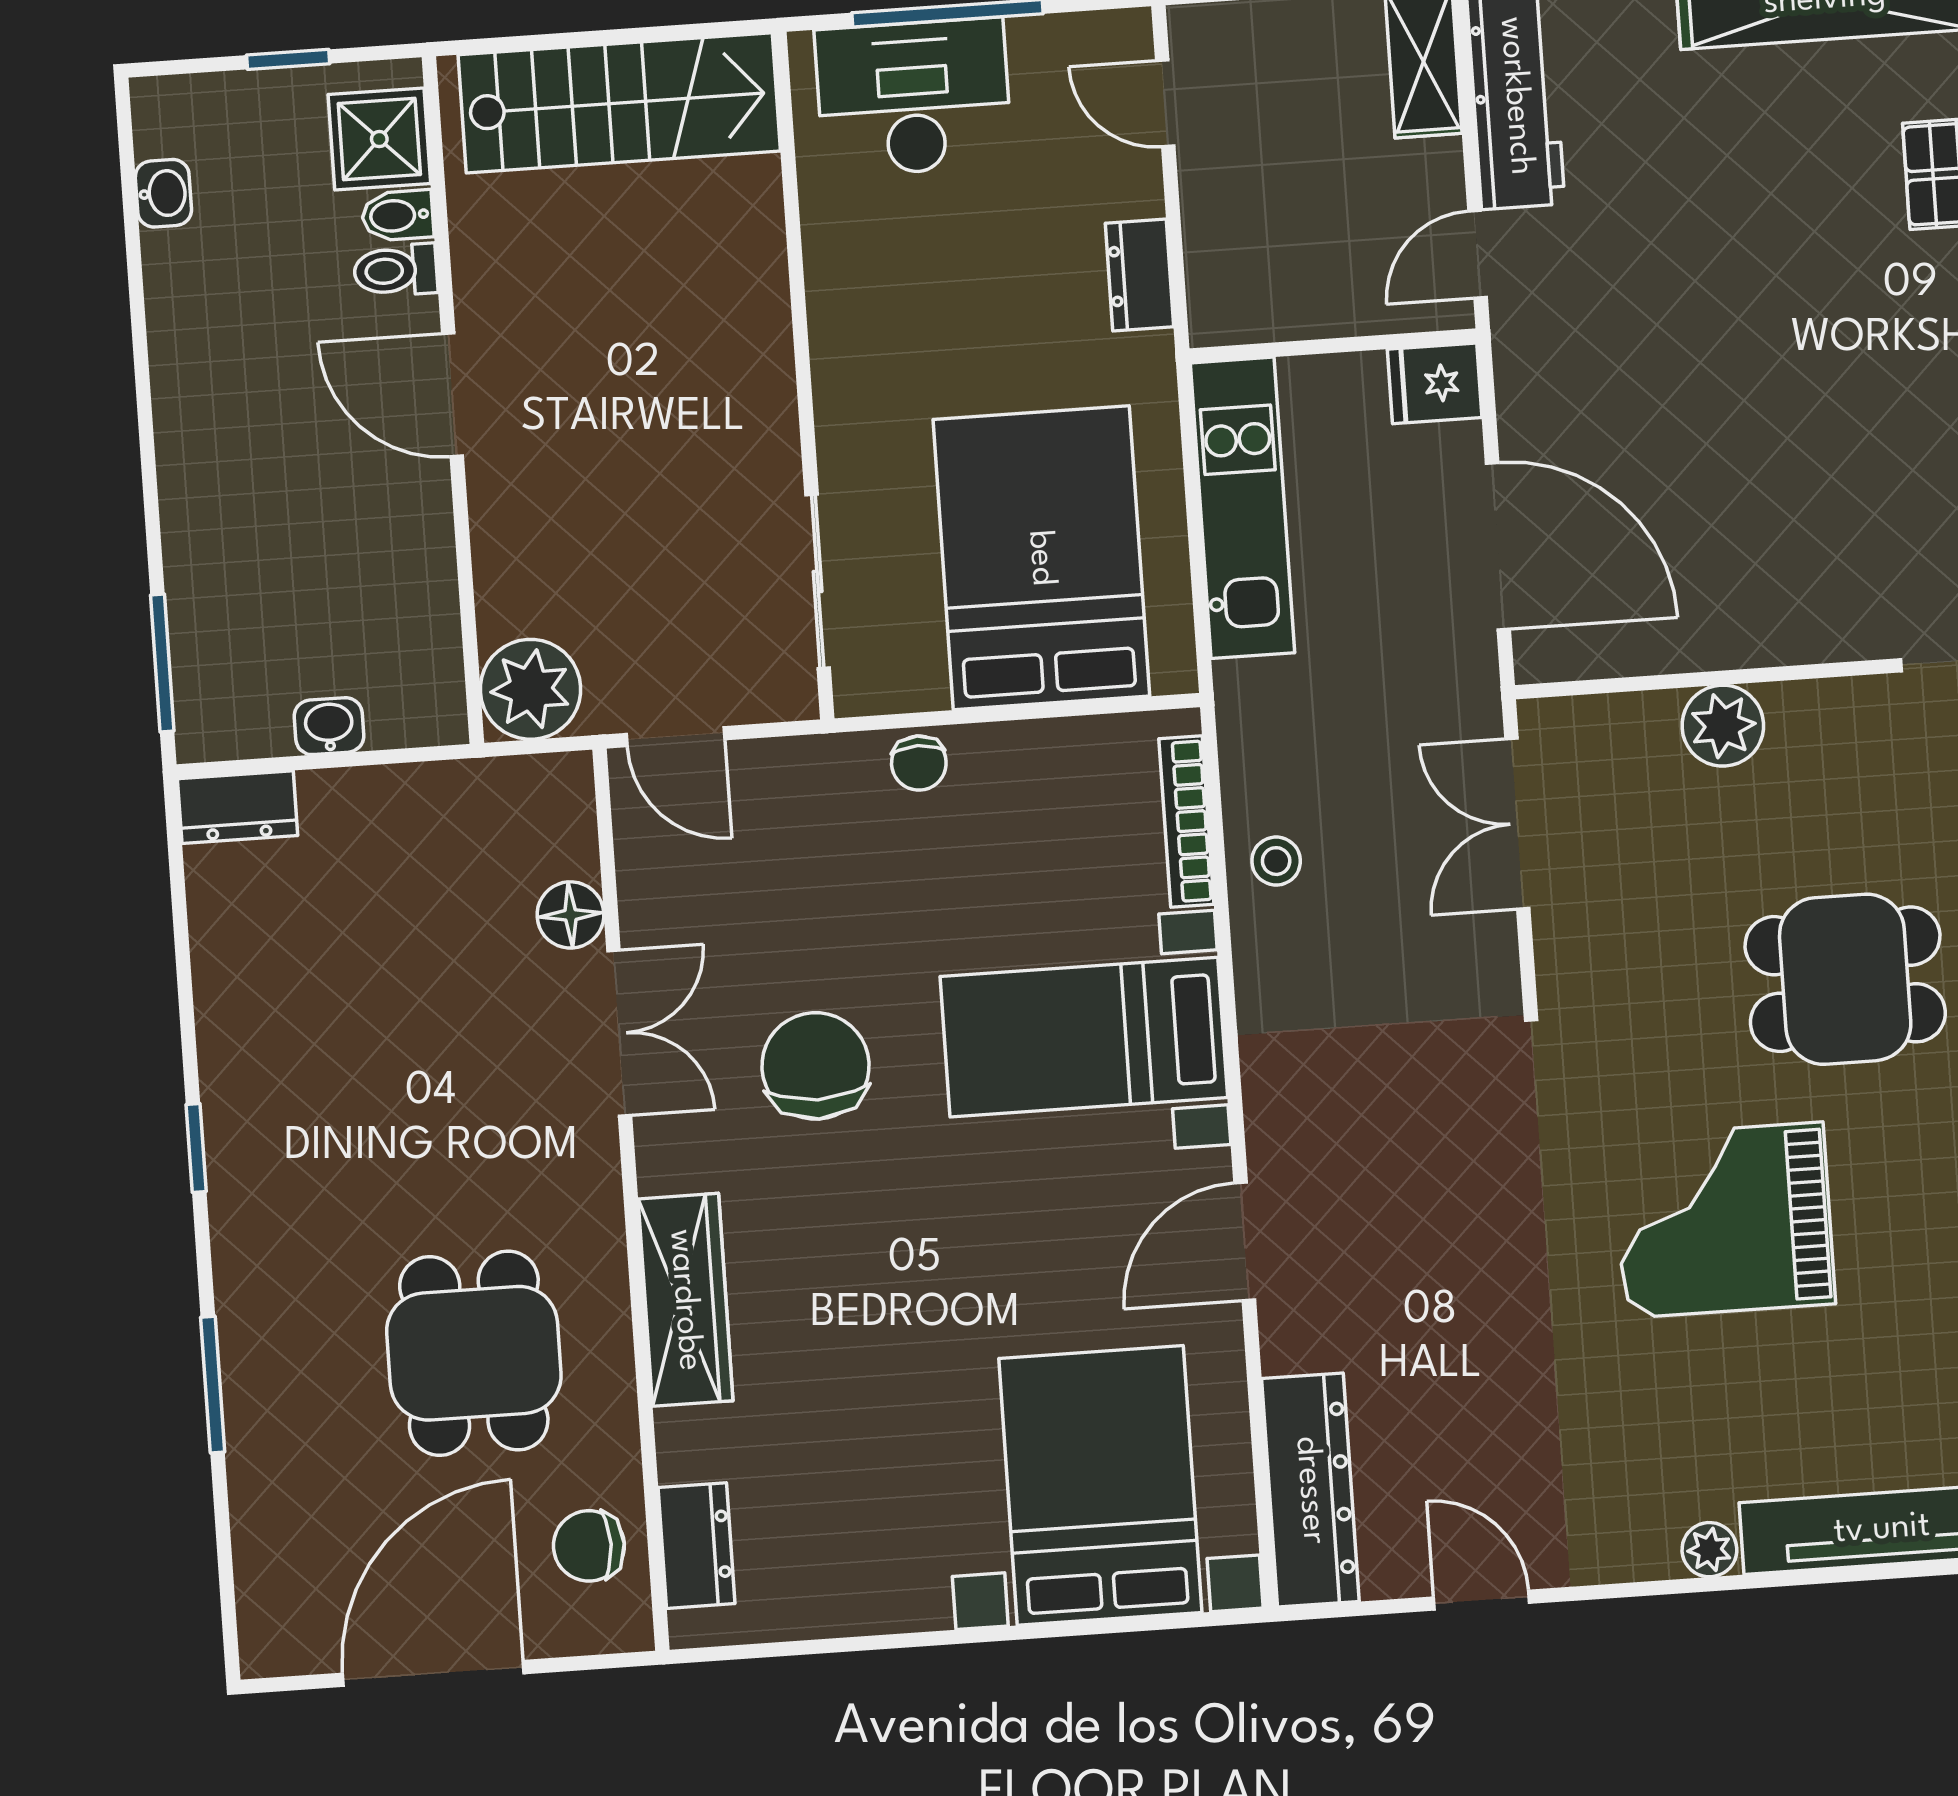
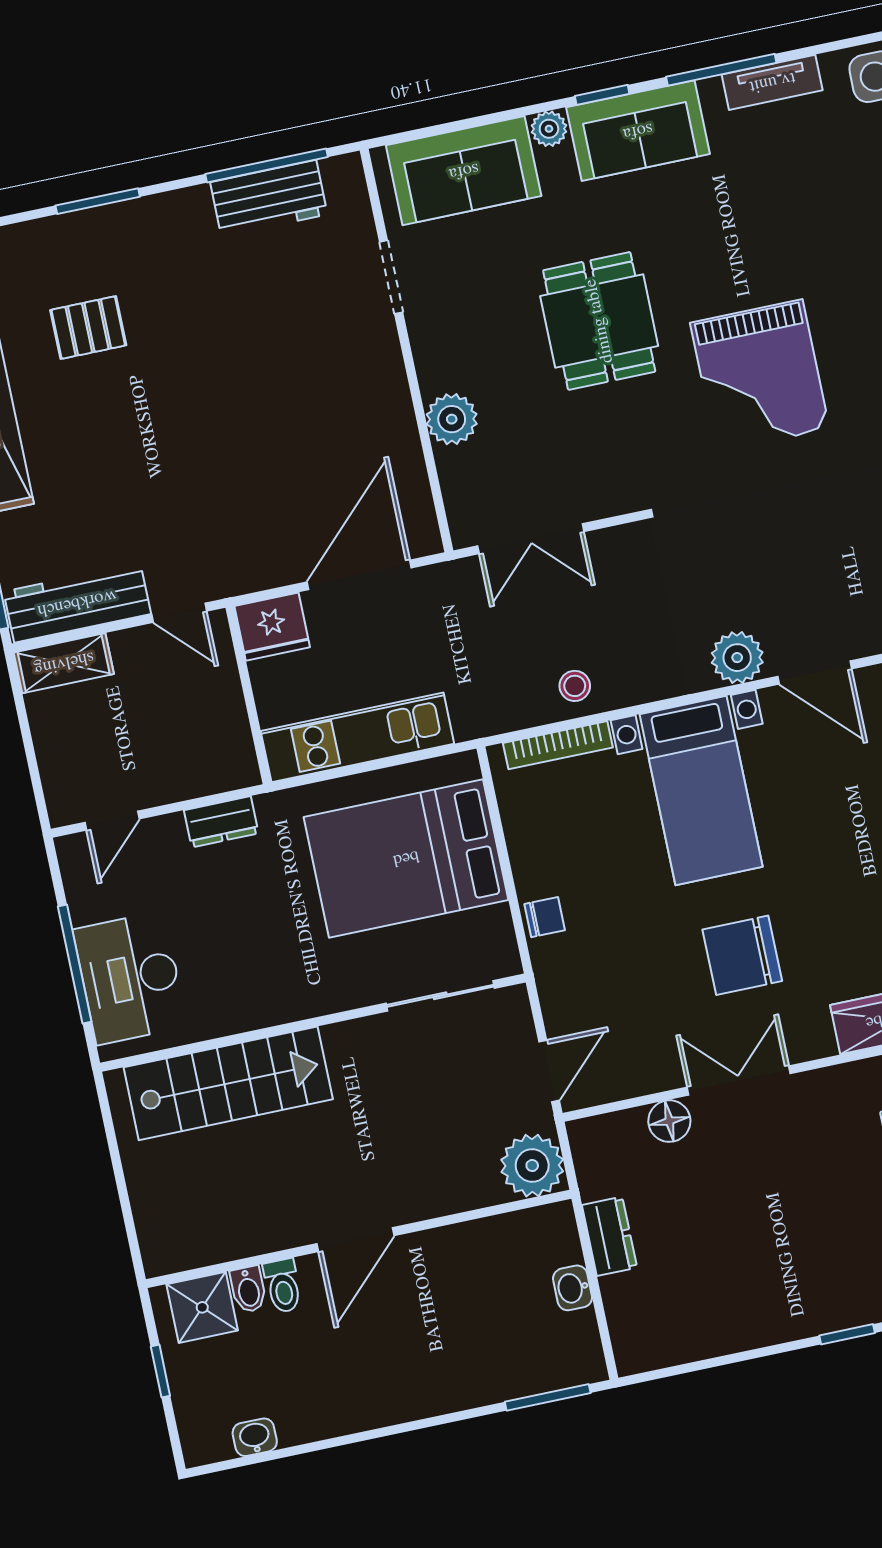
stairs: (619, 103) -> (228, 1083), moved, turned 90
fridge: (1435, 383) -> (272, 627), width x1.38
dresser: (238, 807) -> (610, 1236), moved
plant: (1285, 1123) -> (737, 658), added

